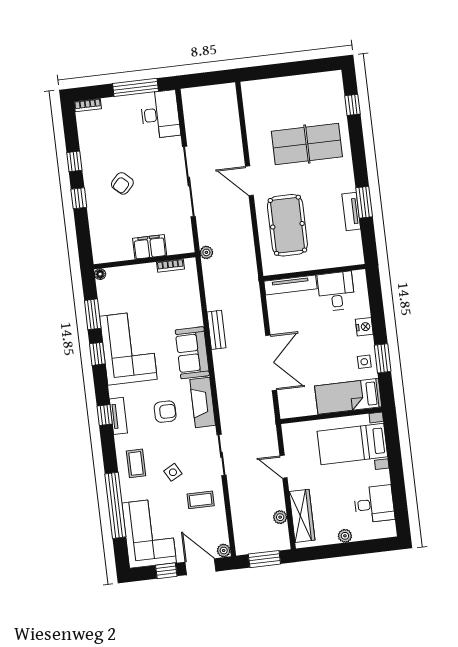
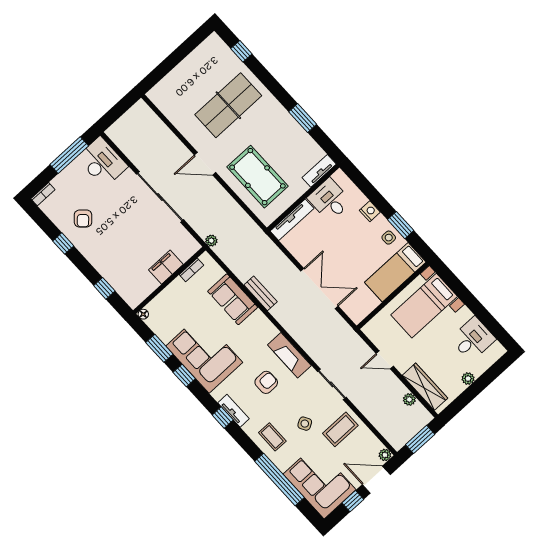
armchair: (122, 183) -> (83, 219), moved
window: (79, 198) -> (104, 288), moved
tv unit: (351, 211) -> (319, 171), moved, turned 90
sofa: (192, 353) -> (233, 299), moved
coffee table: (201, 500) -> (340, 429), width x1.36, depth x1.30

